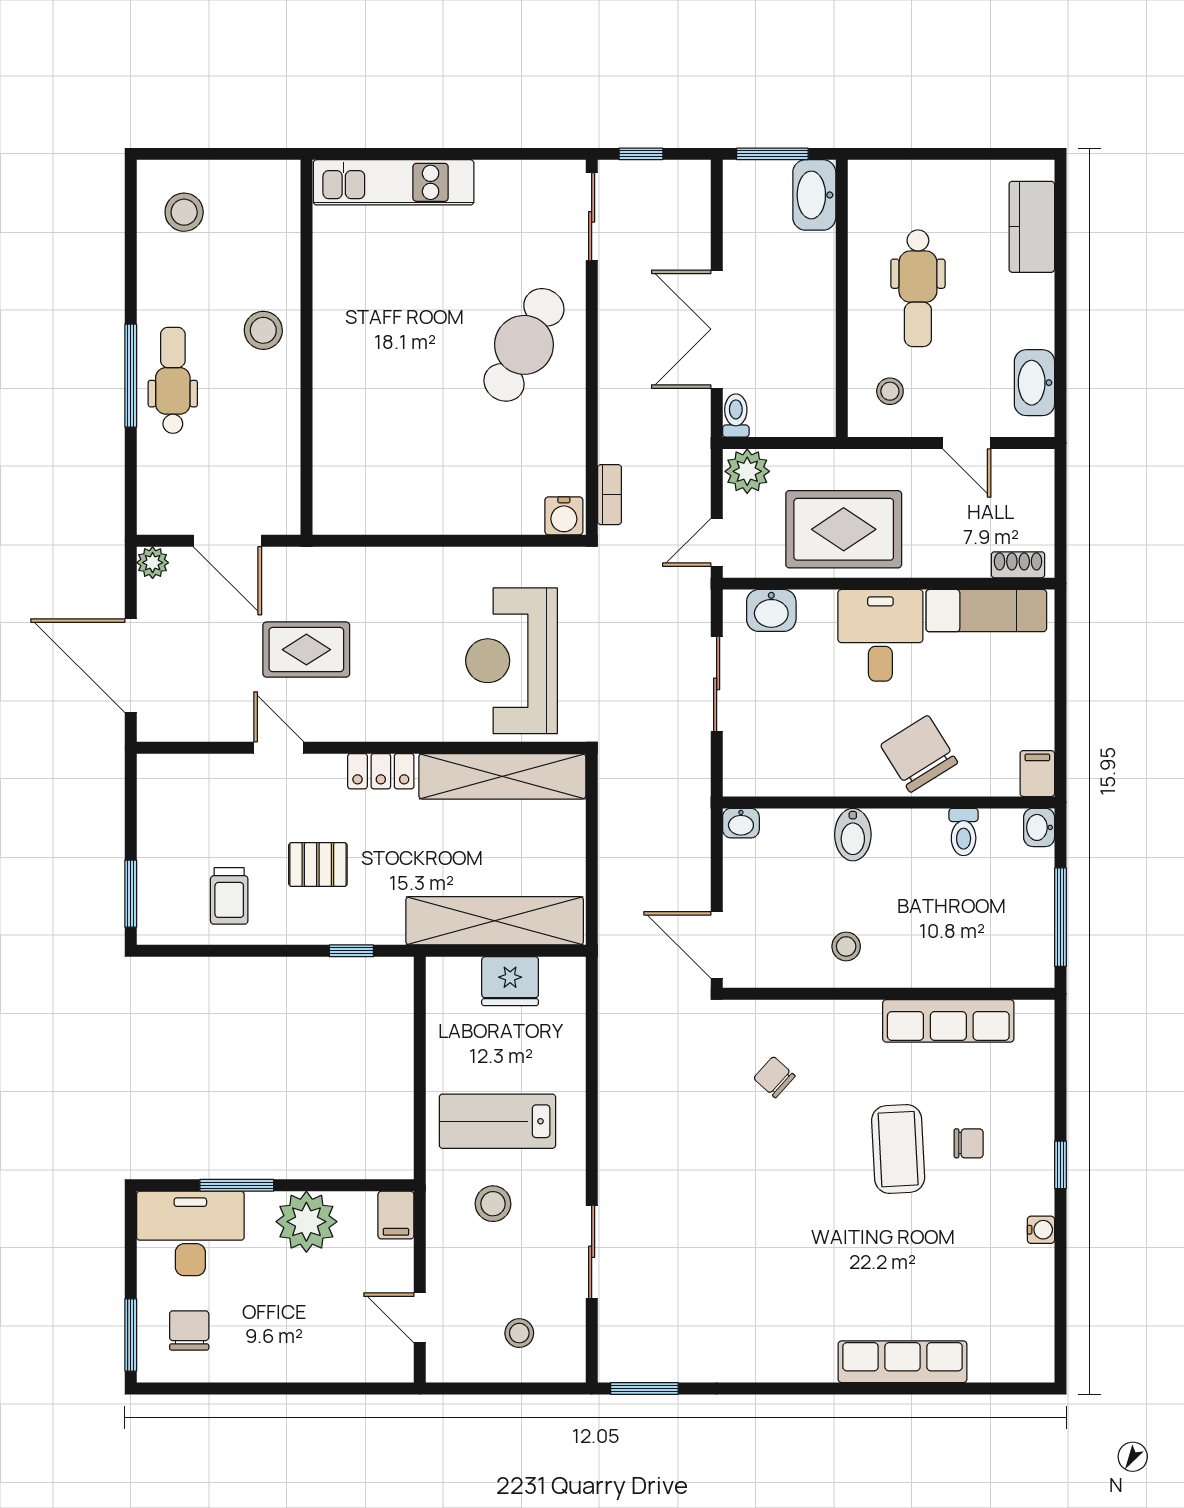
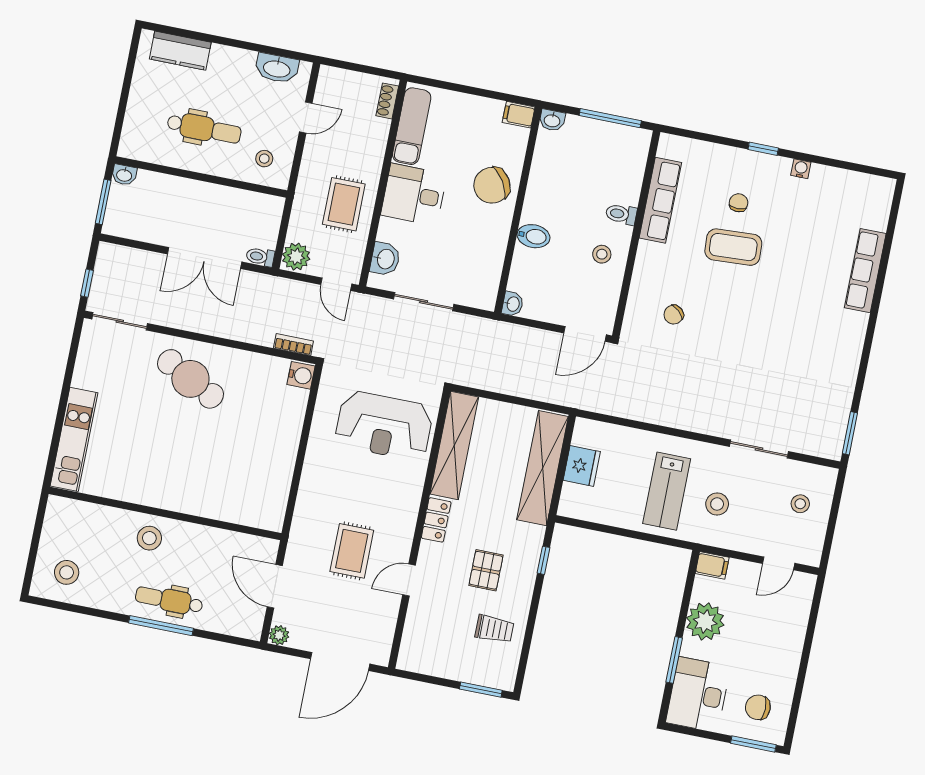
washbasin: (814, 195) -> (124, 175), width x0.52, depth x0.69
rug: (844, 529) -> (344, 204), width x0.73, depth x0.70
door: (227, 541) -> (275, 586), swing flipped
toilet: (964, 832) -> (621, 214), moved, turned 180

